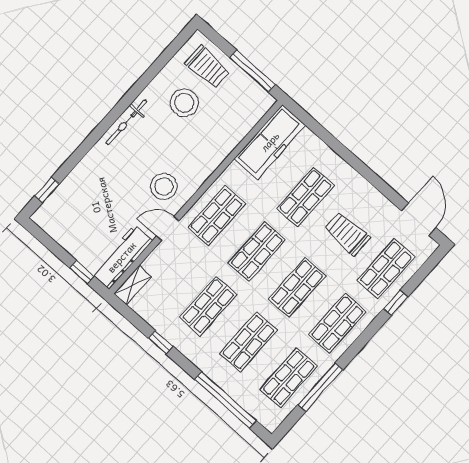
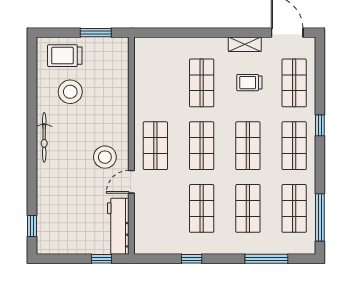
trolley: (208, 67) -> (65, 56), turned 180
window: (252, 71) -> (96, 33), width x0.69
freezer: (270, 142) -> (147, 68), removed
trolley: (347, 234) -> (249, 83), width x0.73, depth x0.72
shelving: (133, 285) -> (245, 44), moved, turned 90
window: (396, 303) -> (320, 125), moved
window: (320, 387) -> (320, 217), moved
window: (226, 400) -> (266, 259), width x0.68

